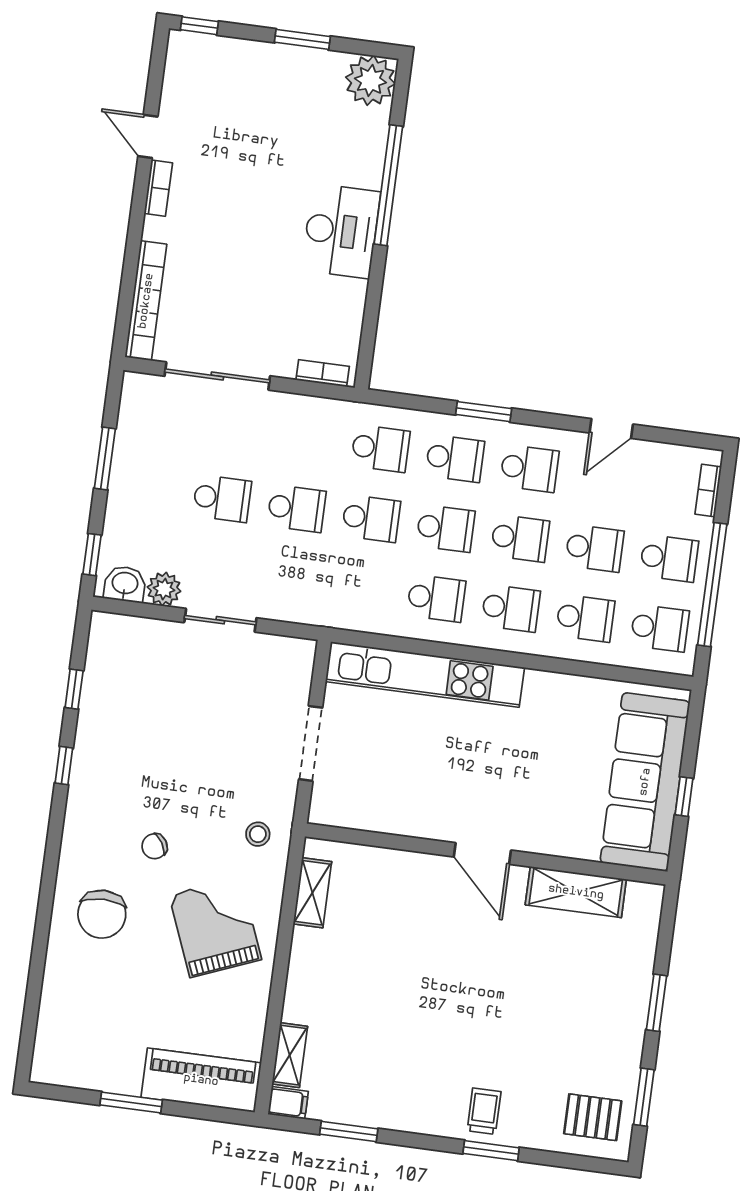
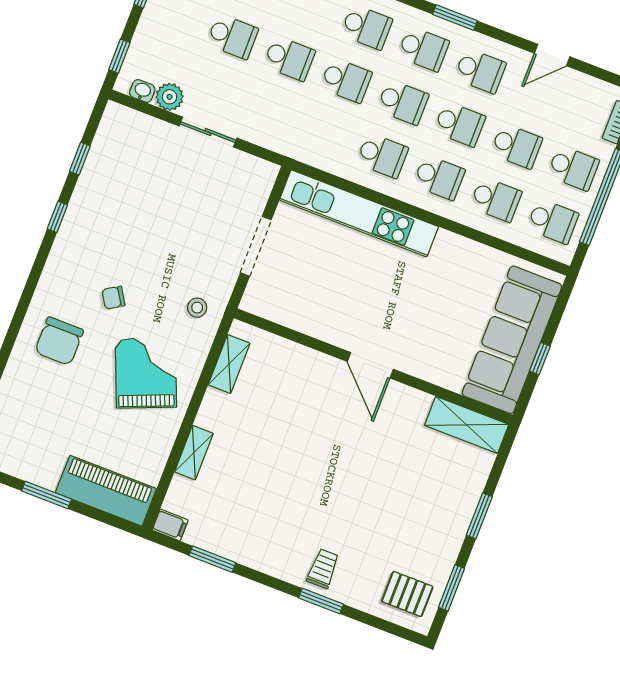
washbasin: (125, 584) -> (142, 91), width x0.72, depth x0.69
shelving: (576, 892) -> (467, 425), moved
shelving: (290, 1055) -> (194, 453), moved

